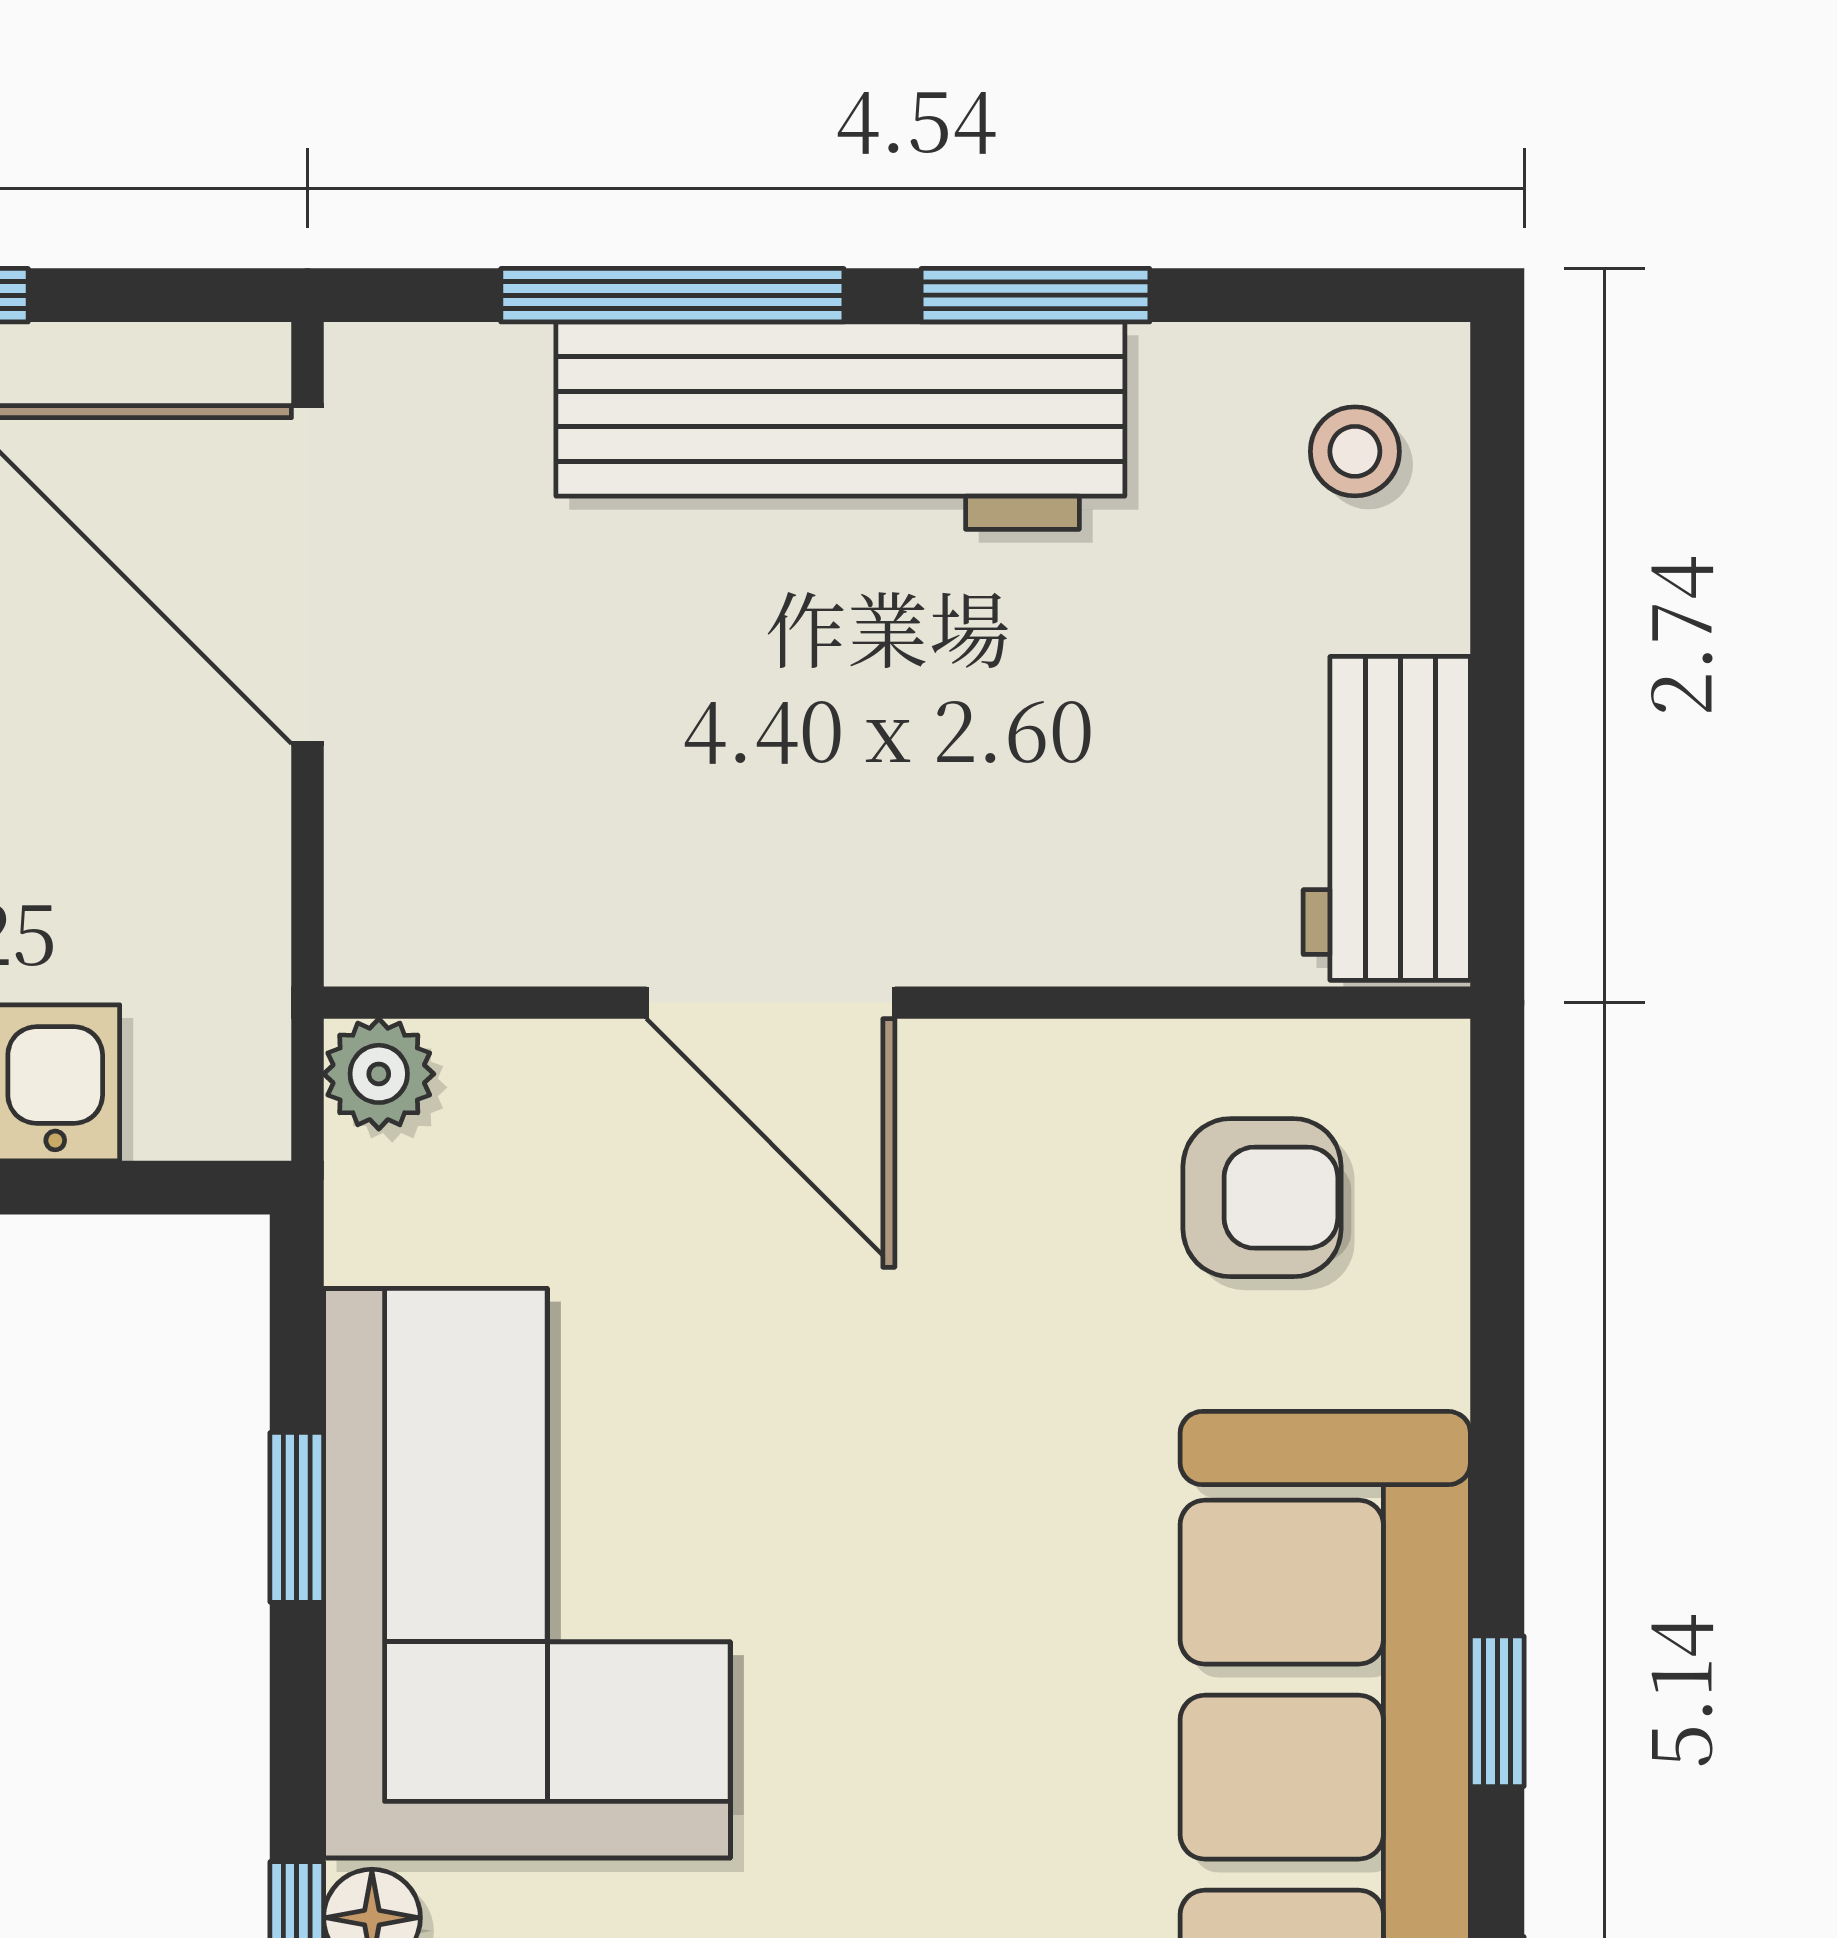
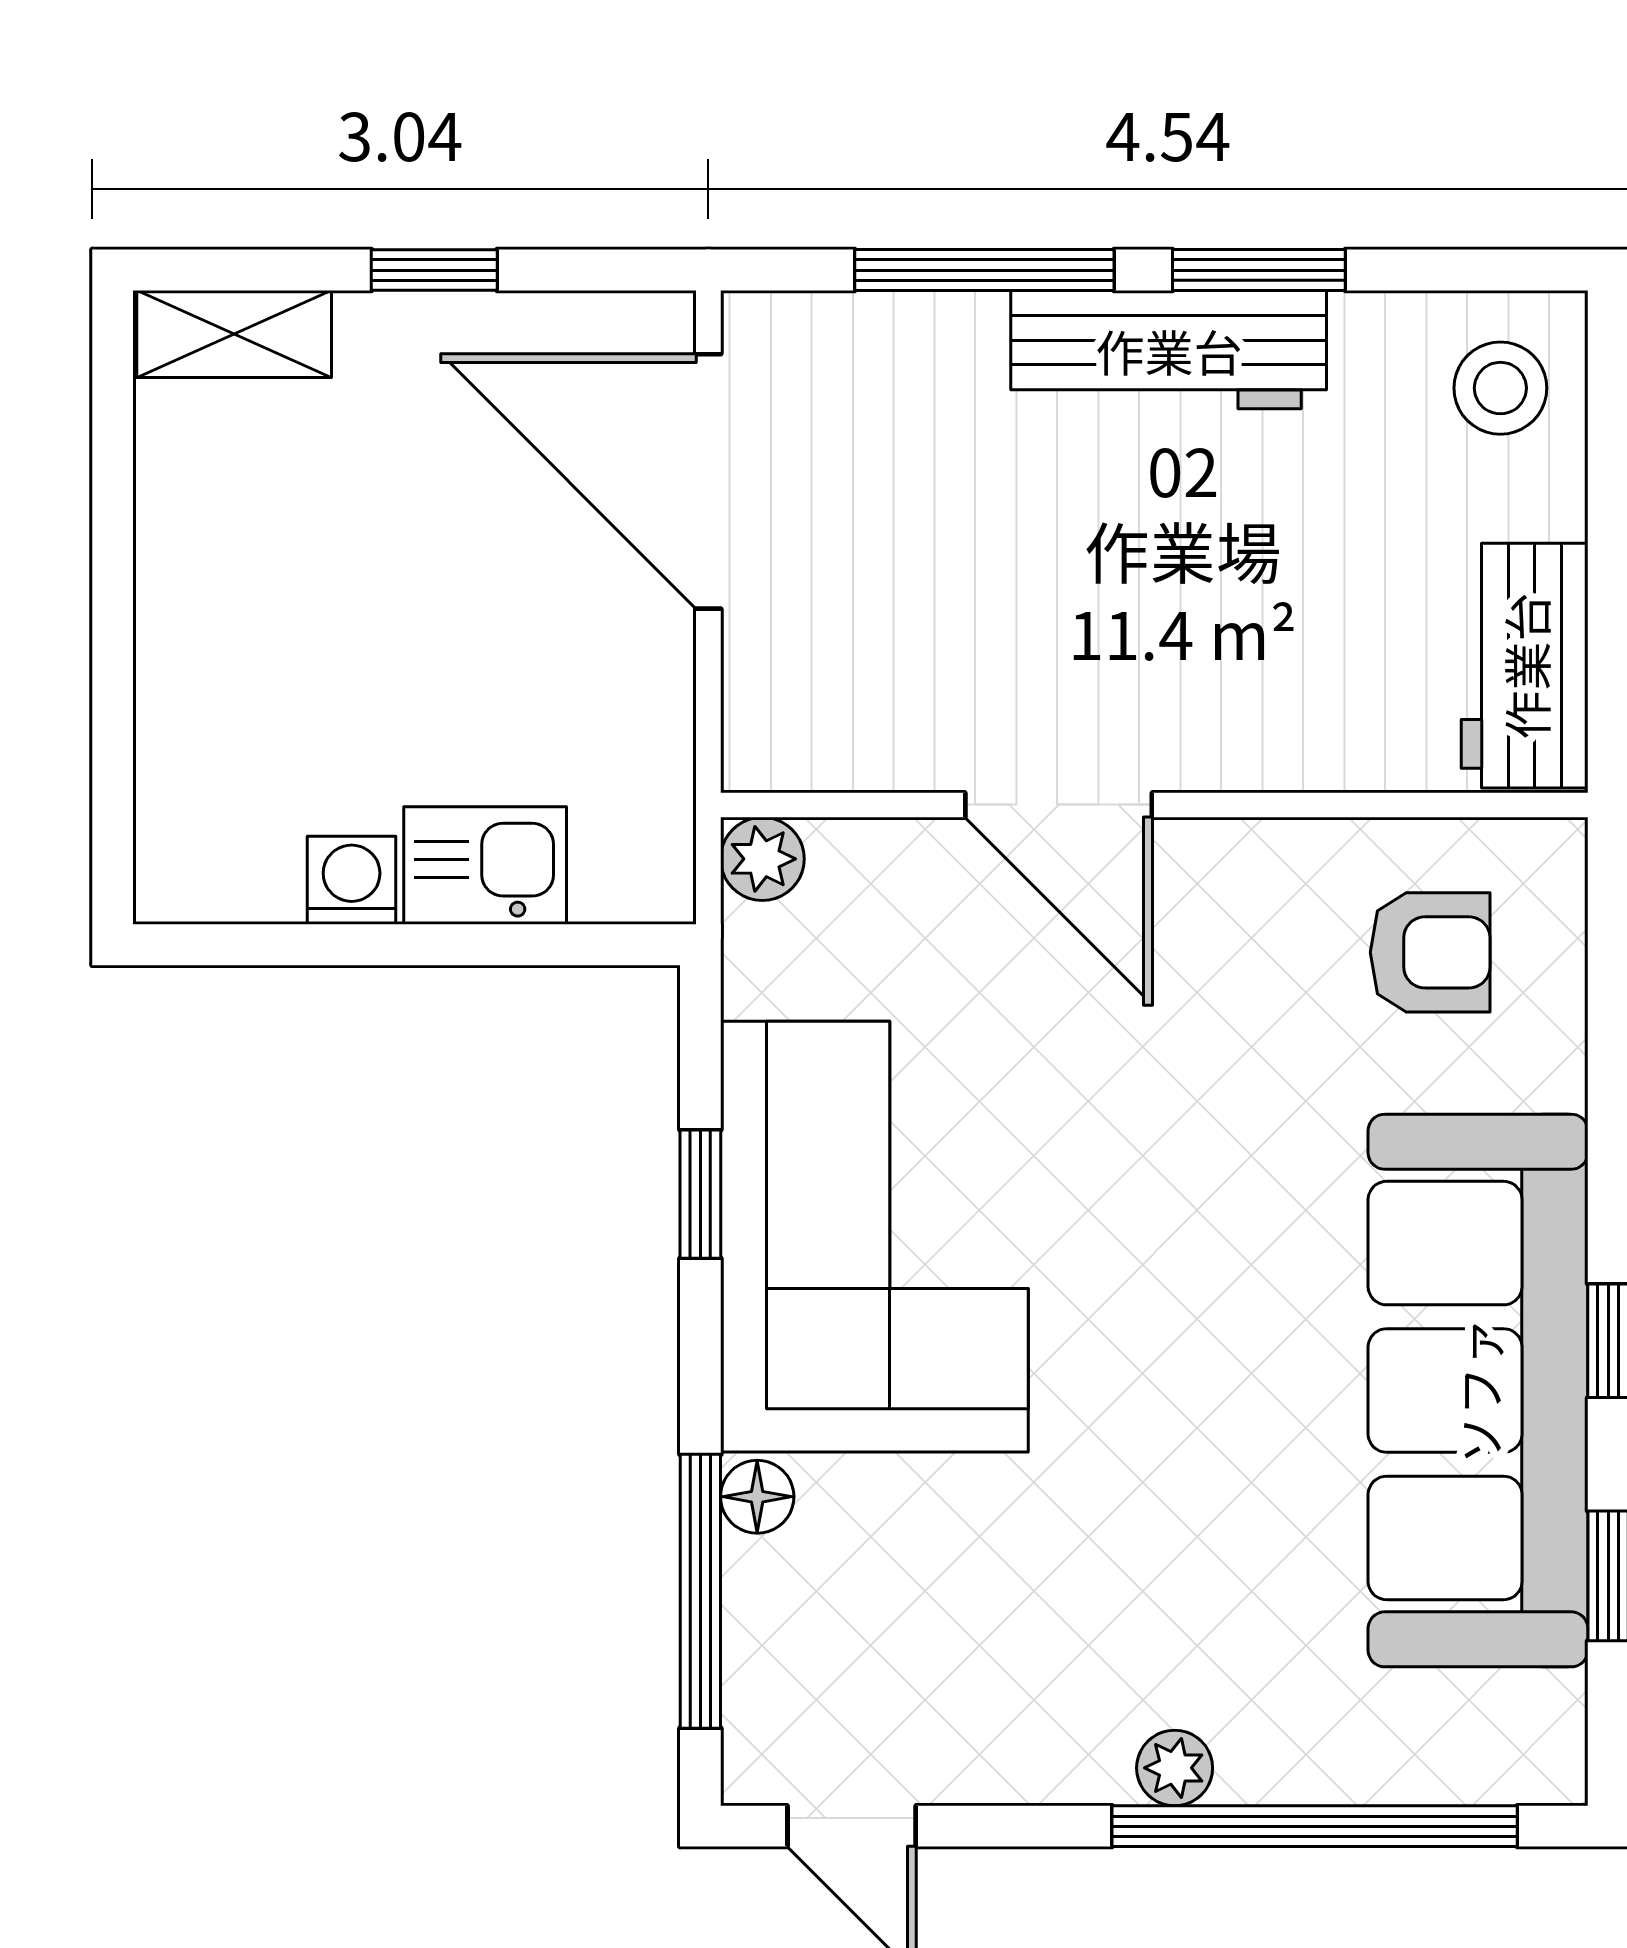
workbench: (840, 426) -> (1169, 350), width x0.73, depth x0.76
stool: (1355, 451) -> (1500, 388), width x1.37, depth x1.37

